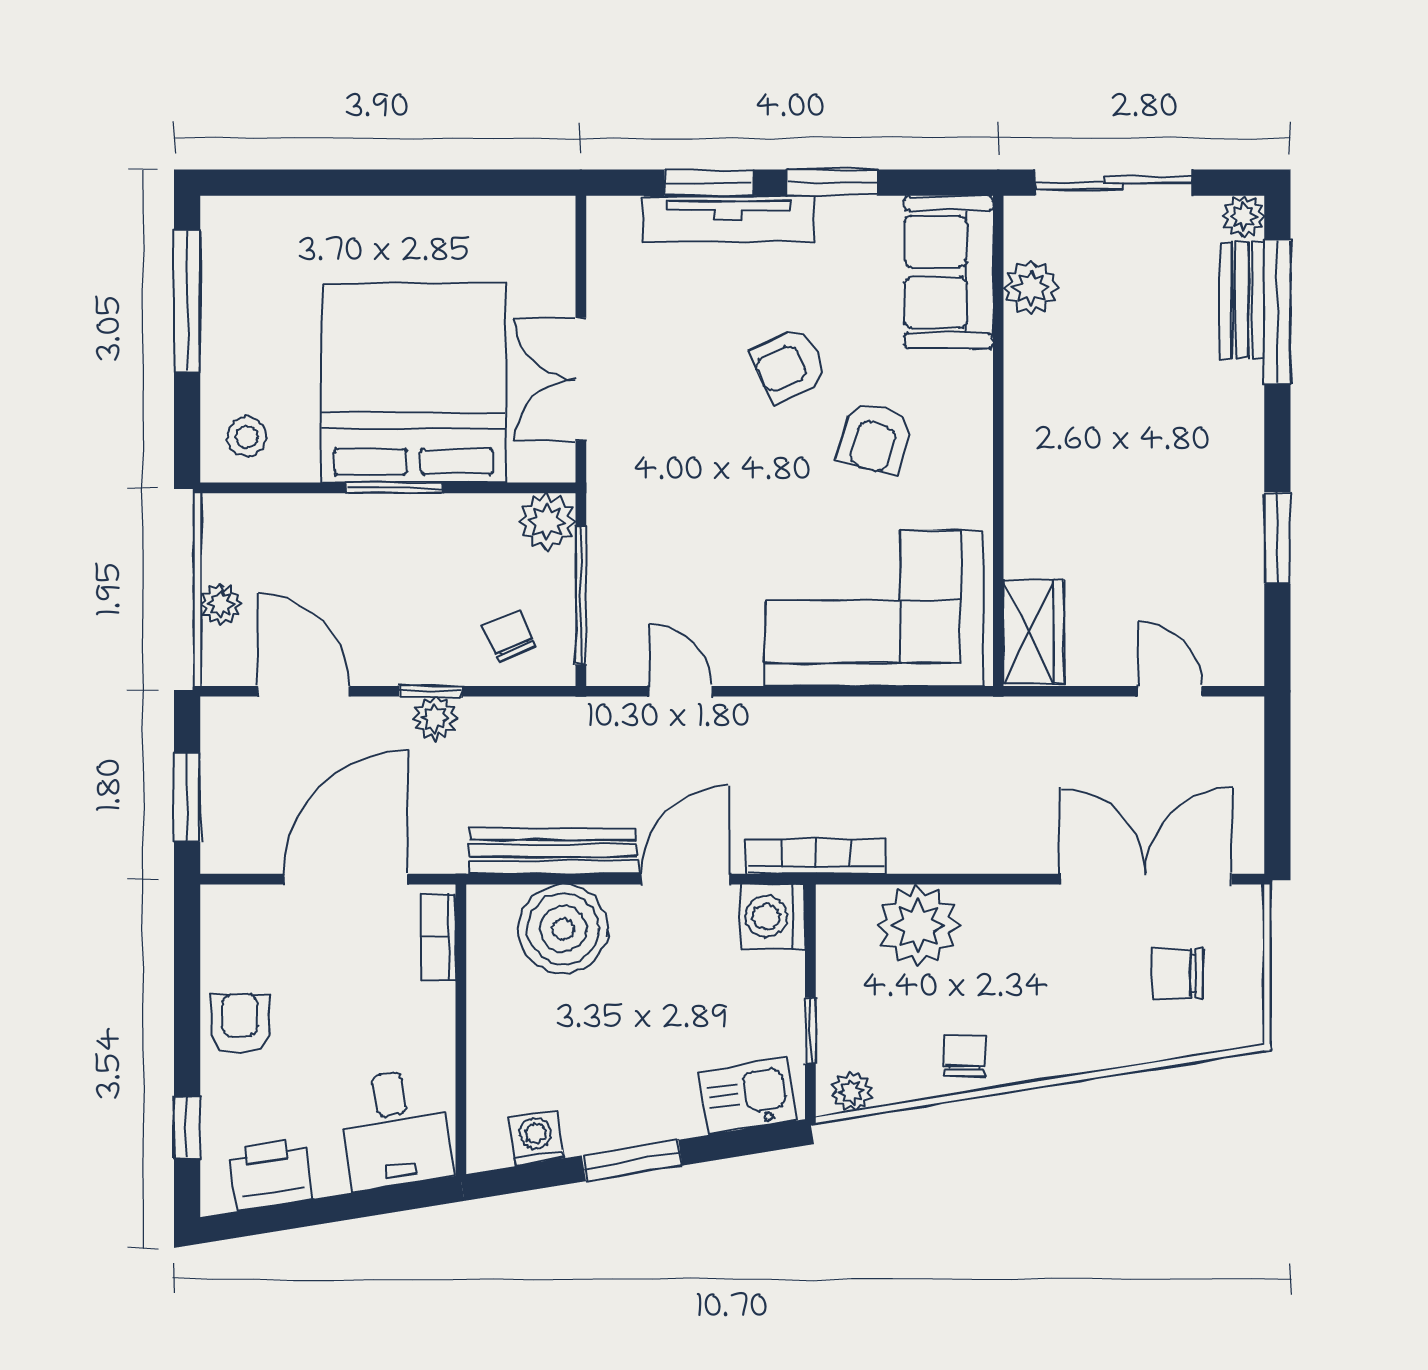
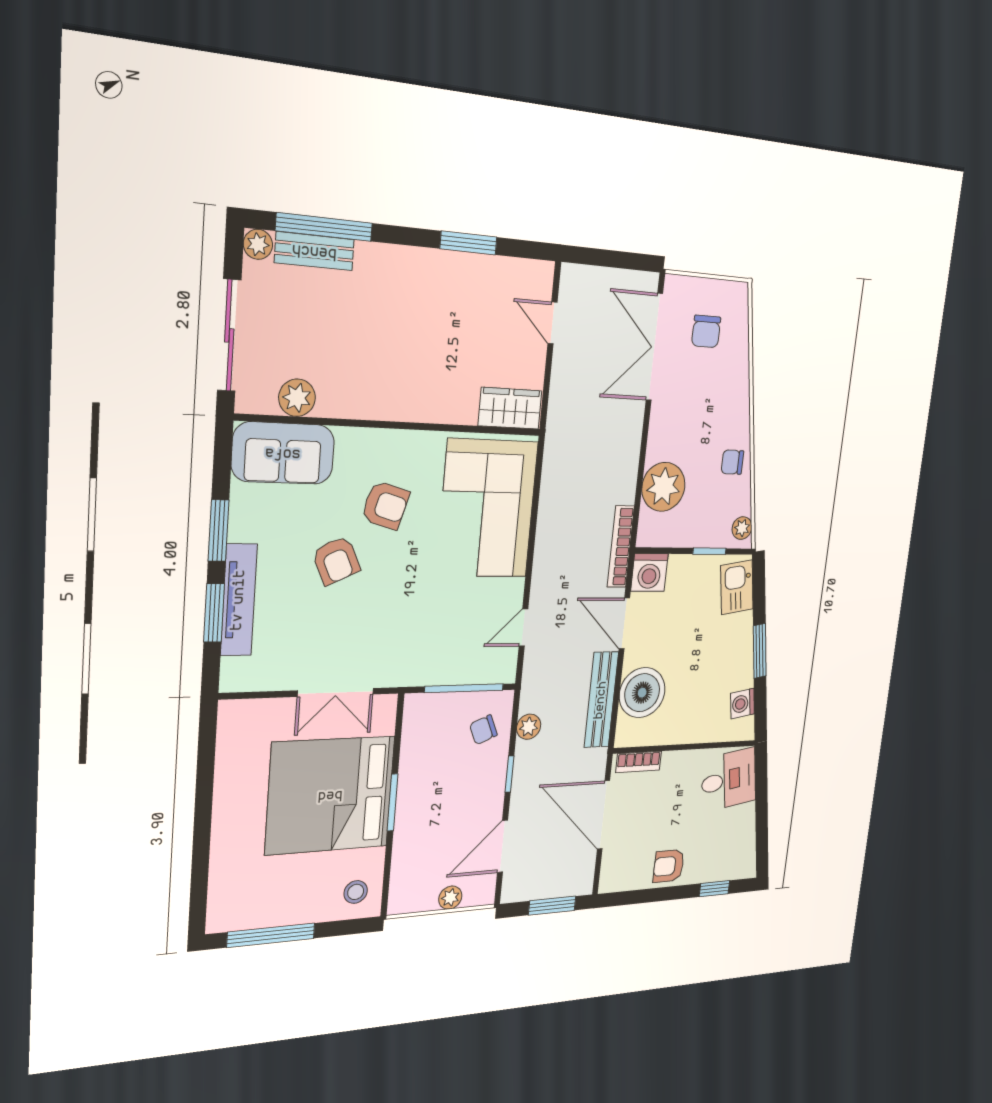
plant: (547, 522) -> (420, 710), removed
door: (1170, 691) -> (552, 323), hinge flipped
plant: (435, 718) -> (529, 727), moved
printer: (270, 1173) -> (741, 843), removed

